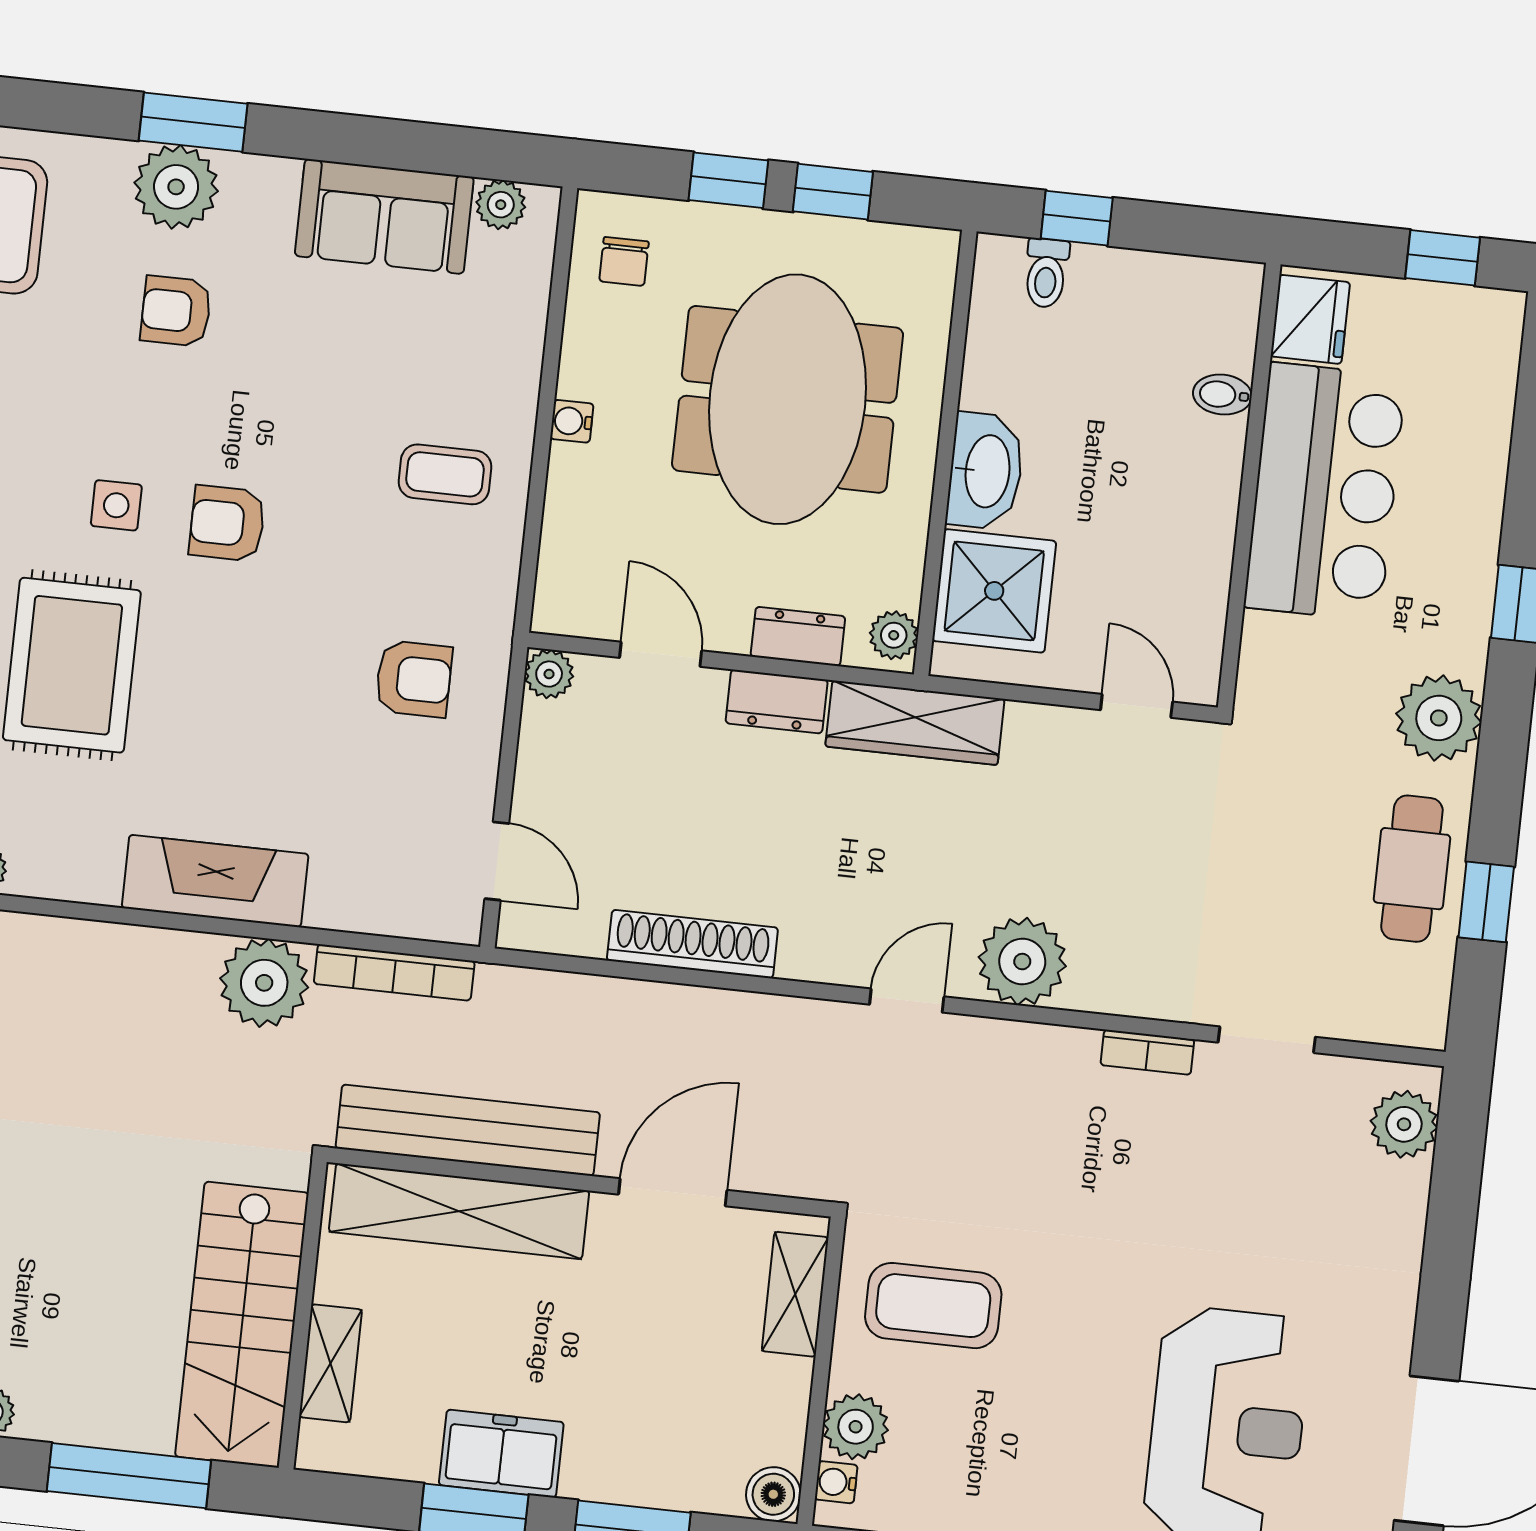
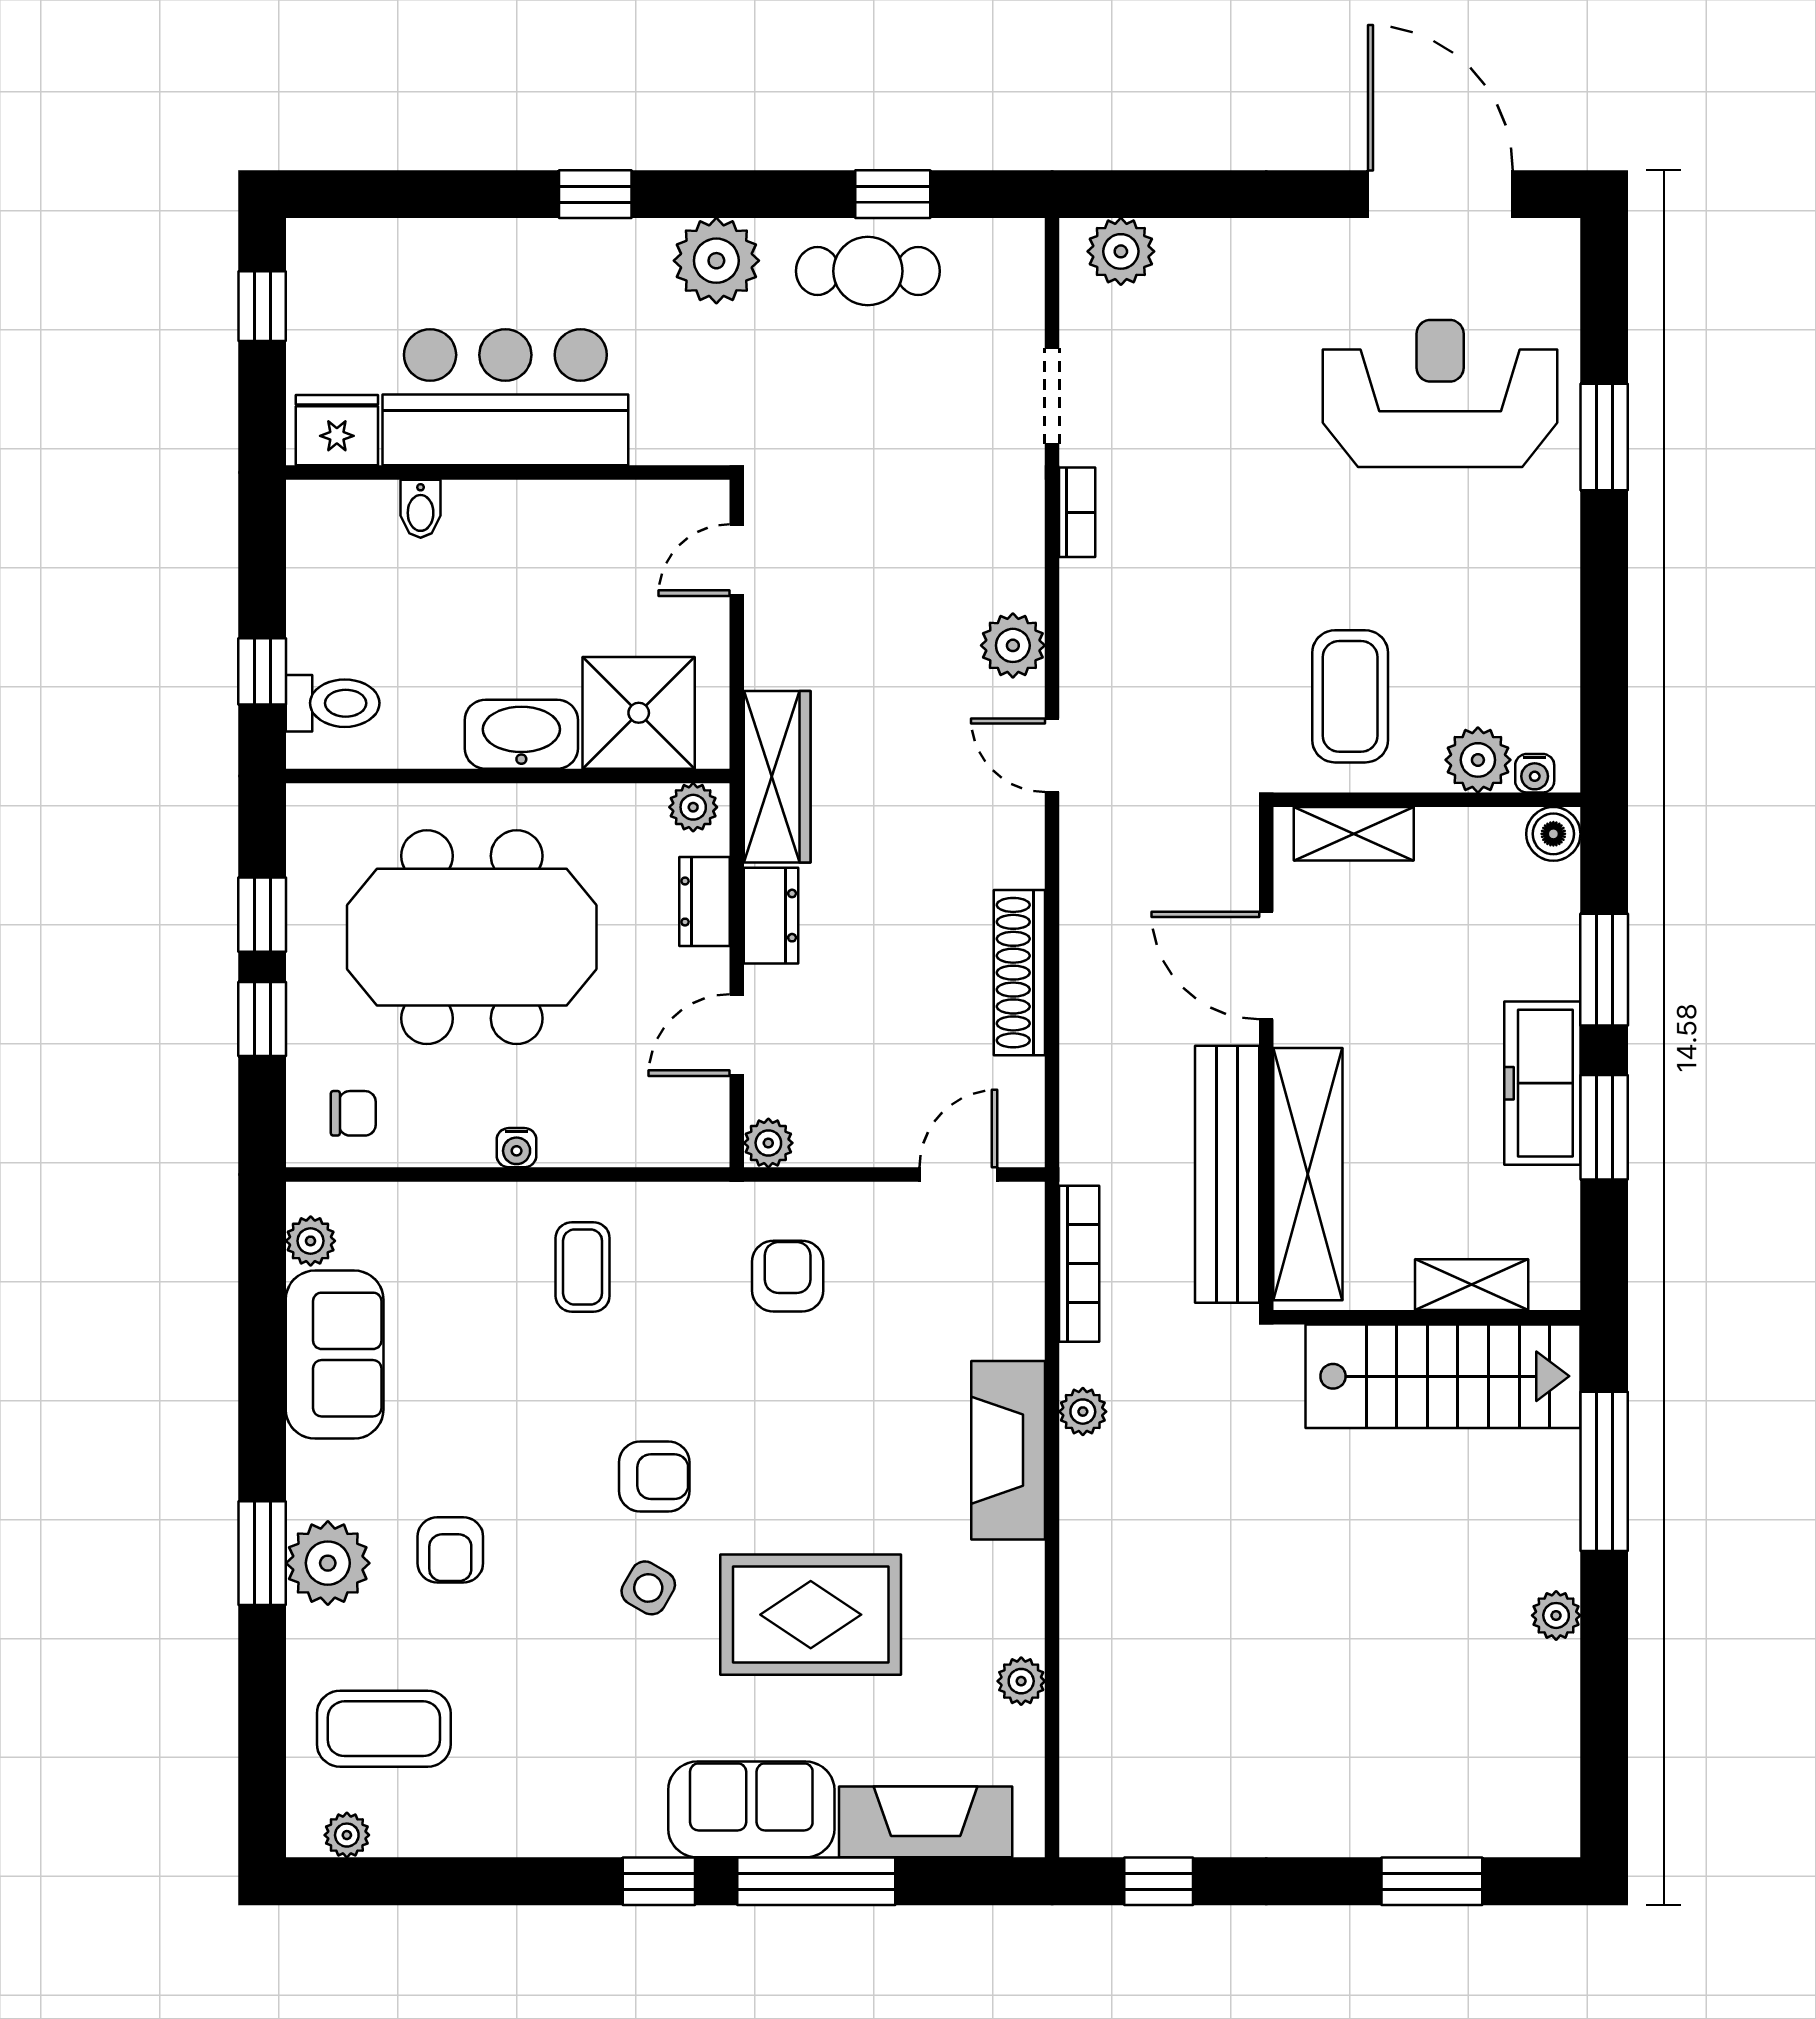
toilet: (1046, 273) -> (333, 703), width x1.37, depth x1.39
side table: (116, 505) -> (648, 1588), turned 30
armchair: (227, 523) -> (654, 1477), turned -90
plant: (1022, 962) -> (1013, 645), width x0.73, depth x0.73
plant: (264, 983) -> (1083, 1412), width x0.53, depth x0.53
freezer: (501, 1454) -> (1542, 1083), width x1.40

